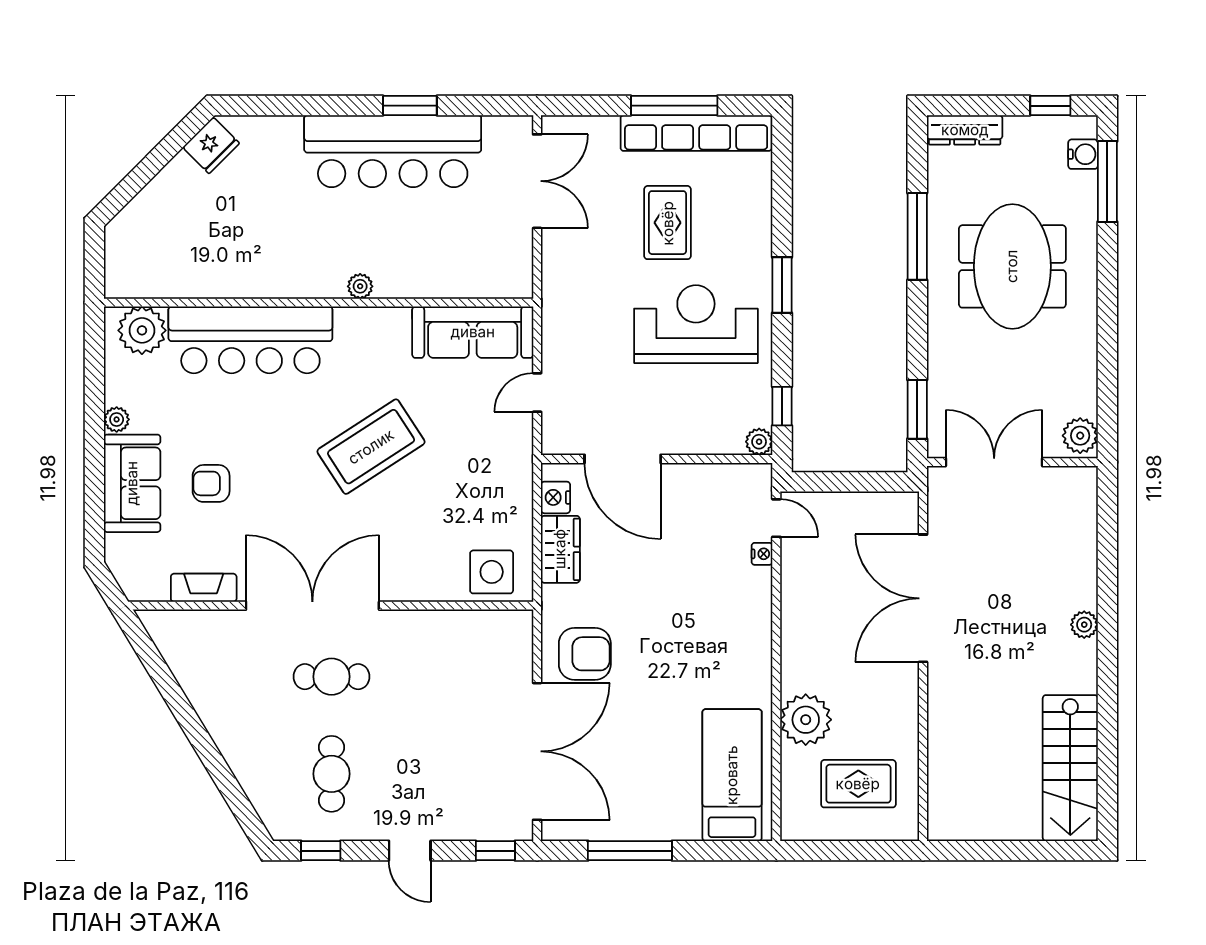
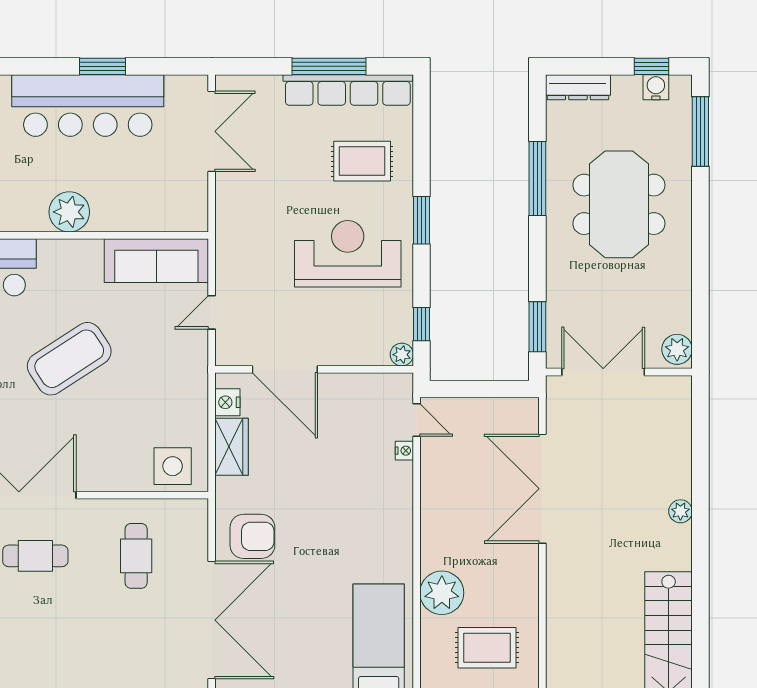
water cooler: (1083, 154) -> (656, 87), moved, turned -90
rug: (668, 223) -> (362, 161), moved, turned 90
plant: (360, 286) -> (69, 212), width x1.88, depth x1.88
cafe table: (331, 774) -> (136, 556), moved

